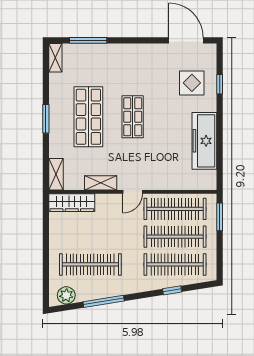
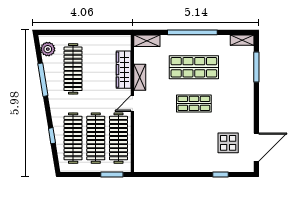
display table: (192, 83) -> (228, 143), moved
window: (46, 119) -> (192, 32), width x2.11
freezer: (204, 141) -> (174, 162), removed
door: (133, 192) -> (132, 103), hinge flipped
wardrobe: (72, 203) -> (124, 70), moved

